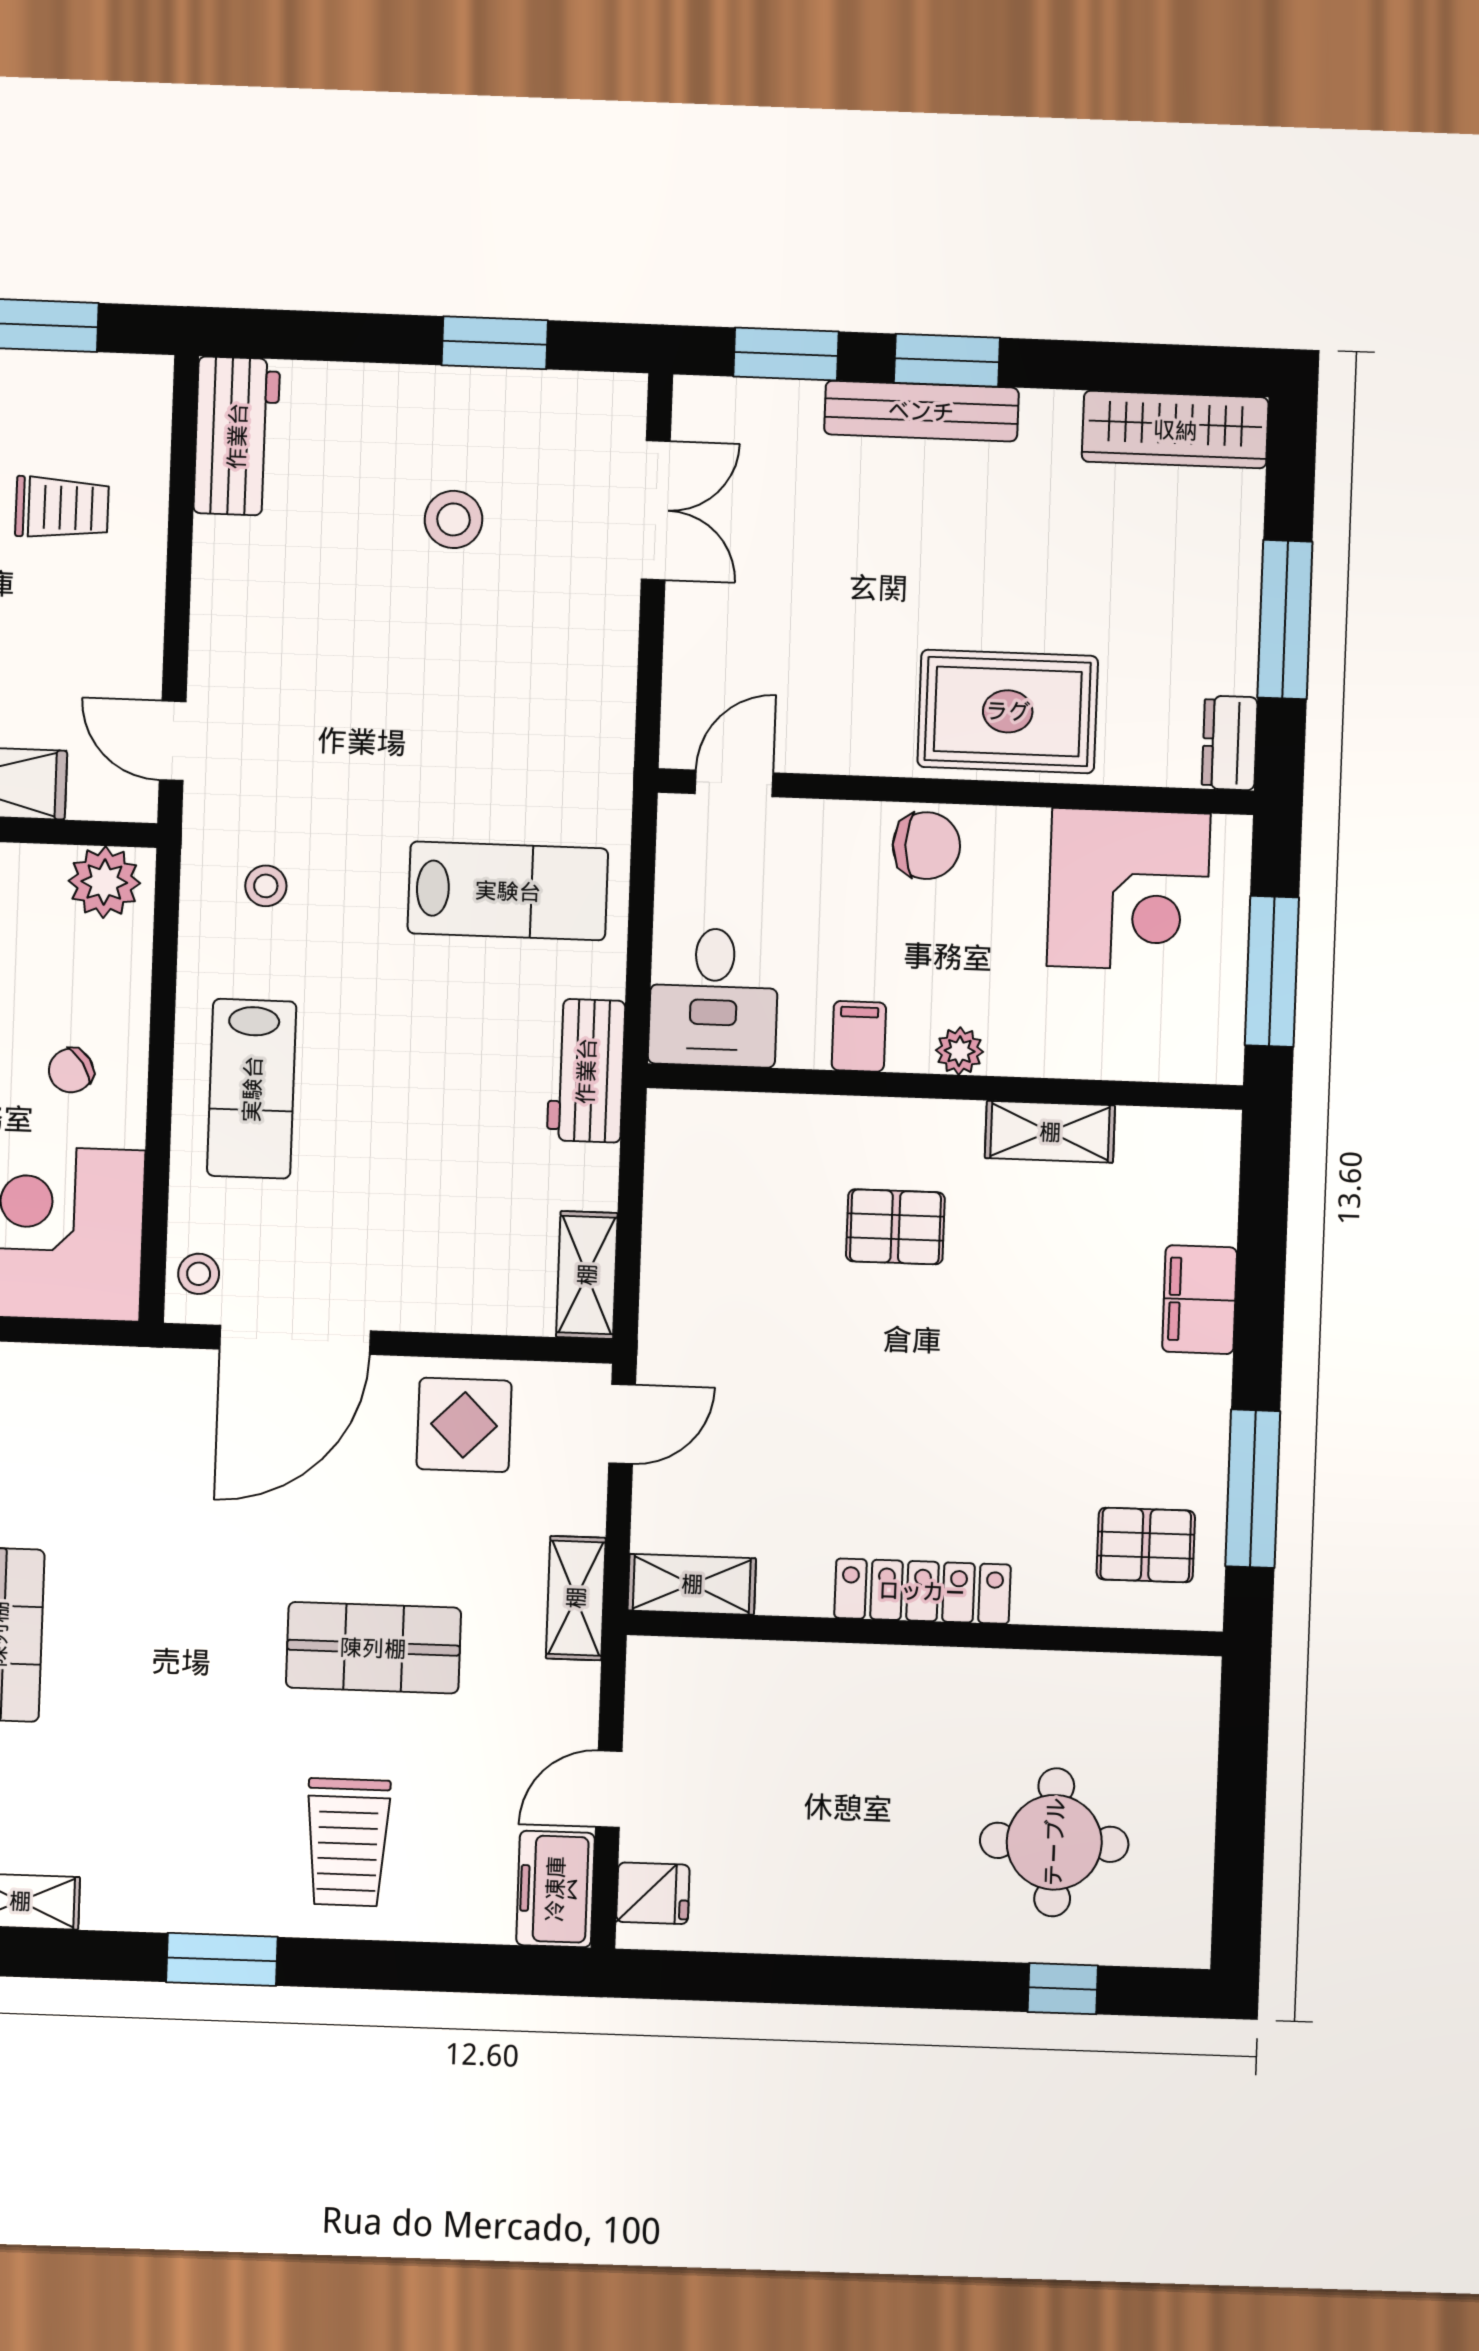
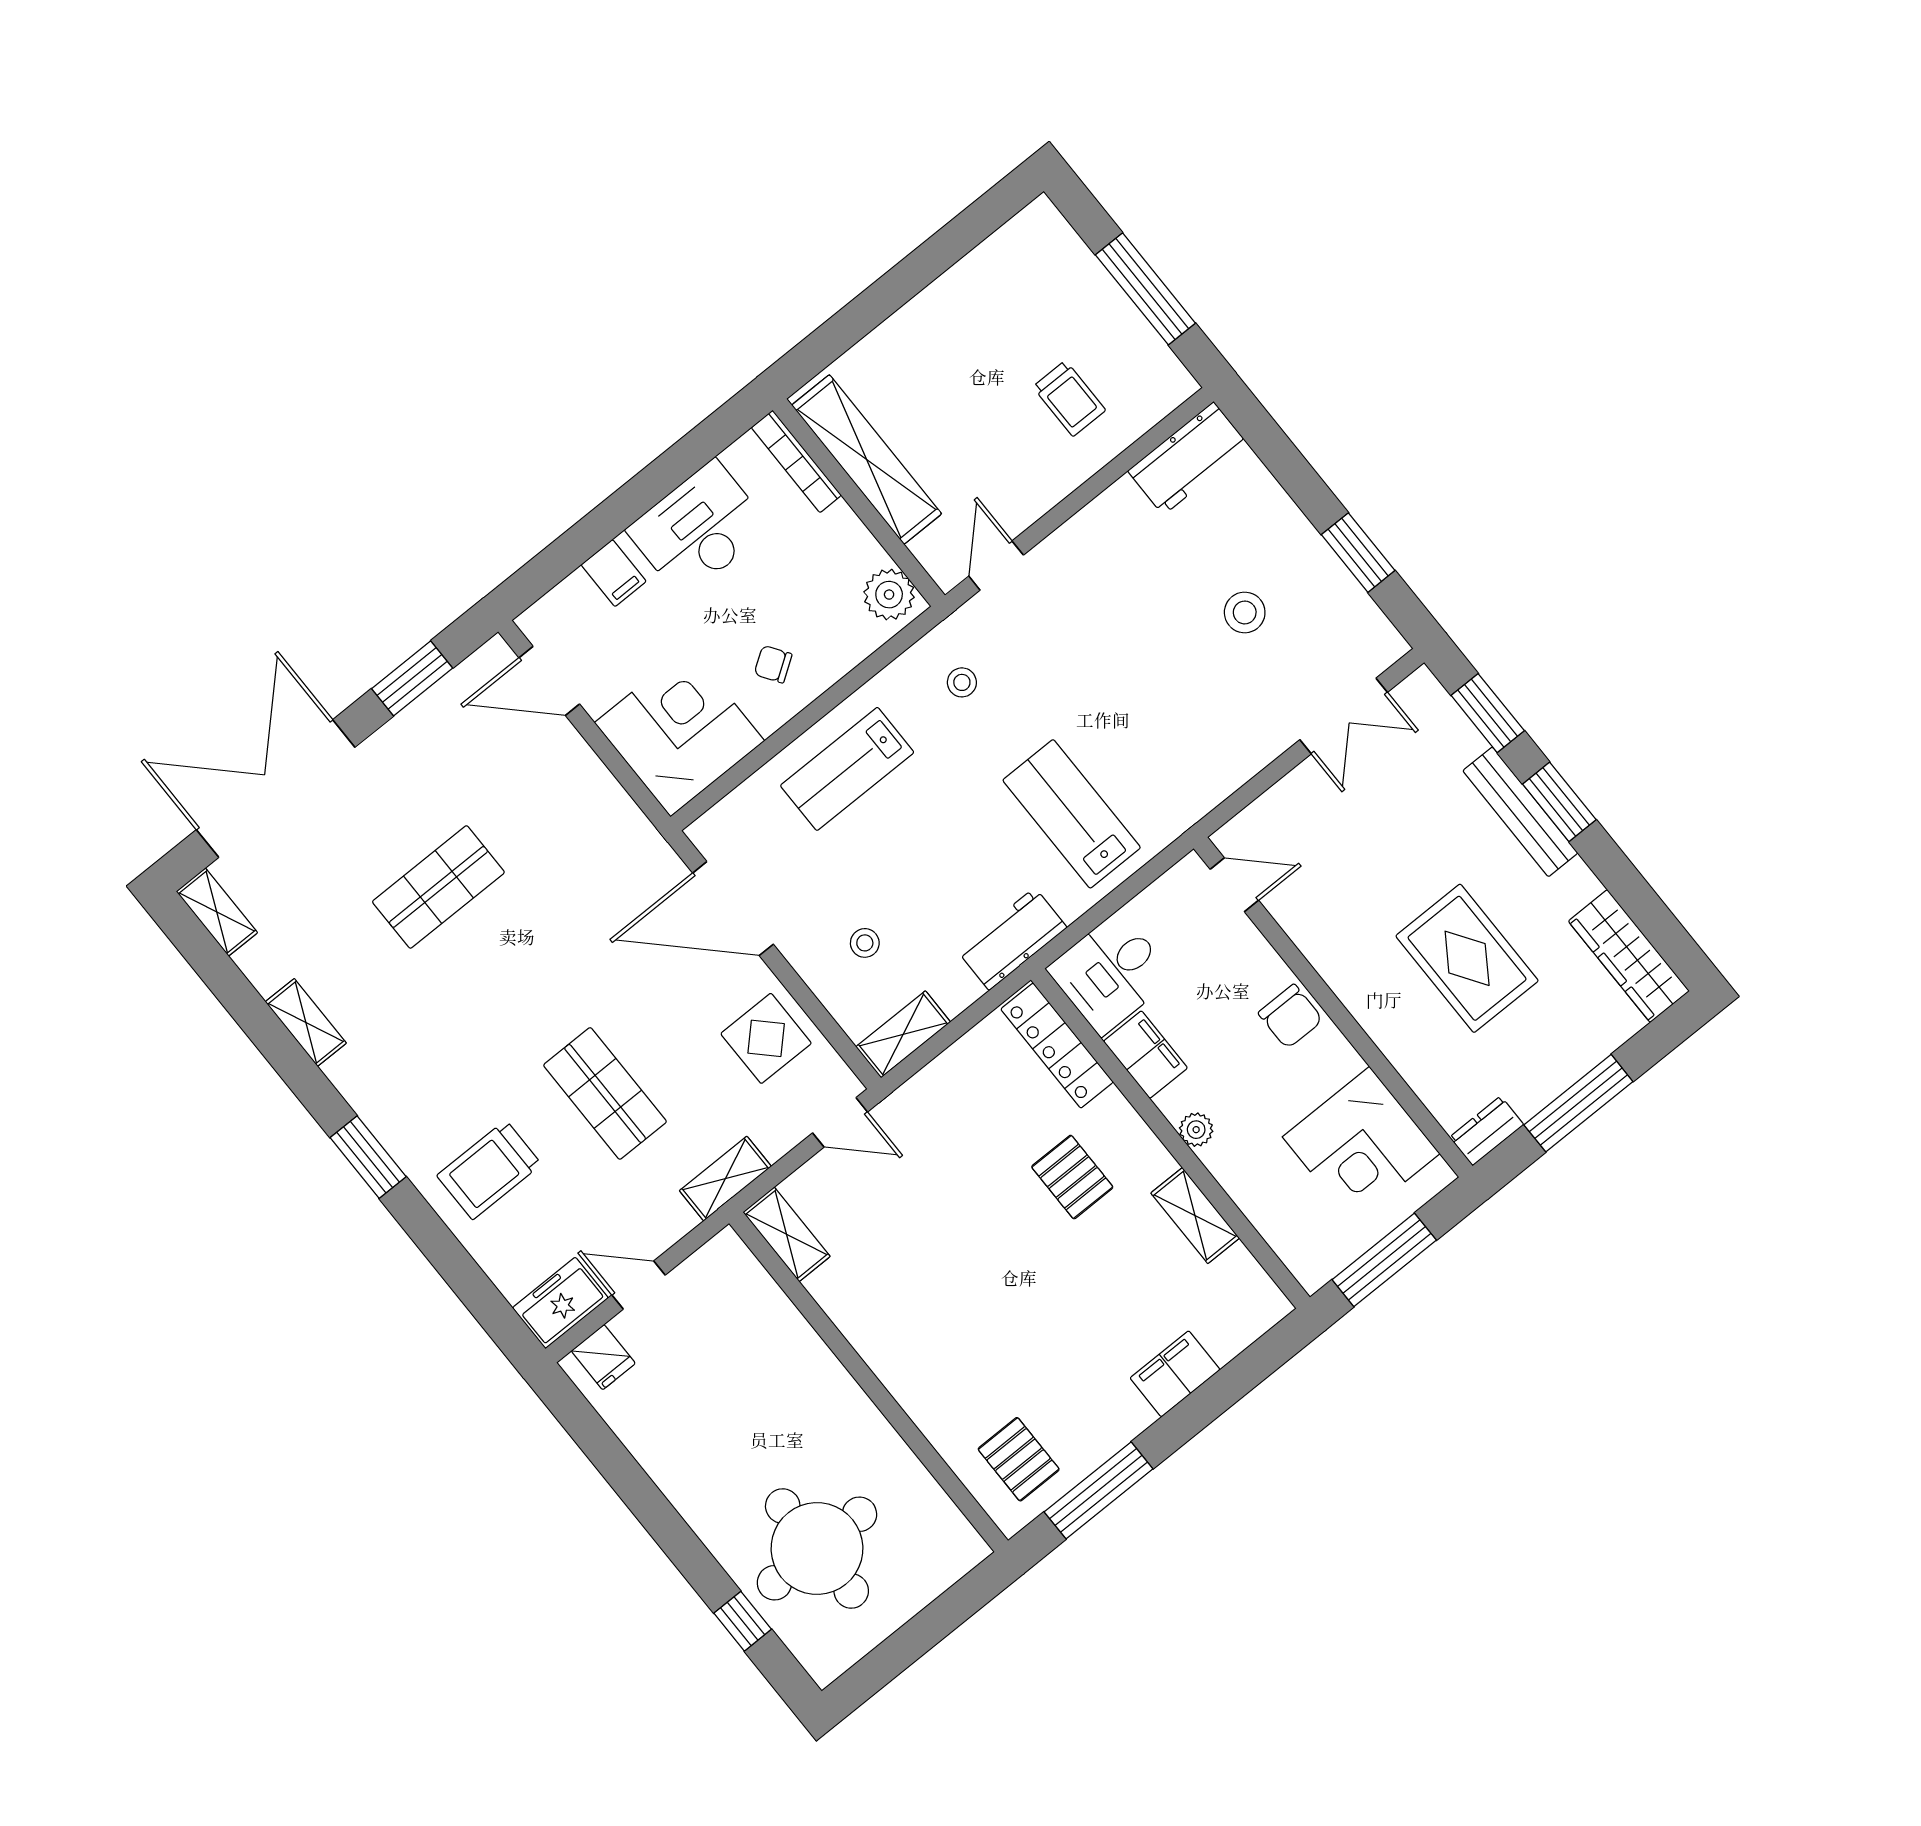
rug: (1008, 711) -> (1467, 958), moved
lab bench: (508, 891) -> (1072, 814), turned 180
filing cabinet: (859, 1036) -> (1145, 1055), width x2.00
stool: (199, 1274) -> (865, 943), moved
locker: (922, 1591) -> (1057, 1046), moved, turned 180
round table: (1054, 1842) -> (817, 1548), width x1.36, depth x1.36

